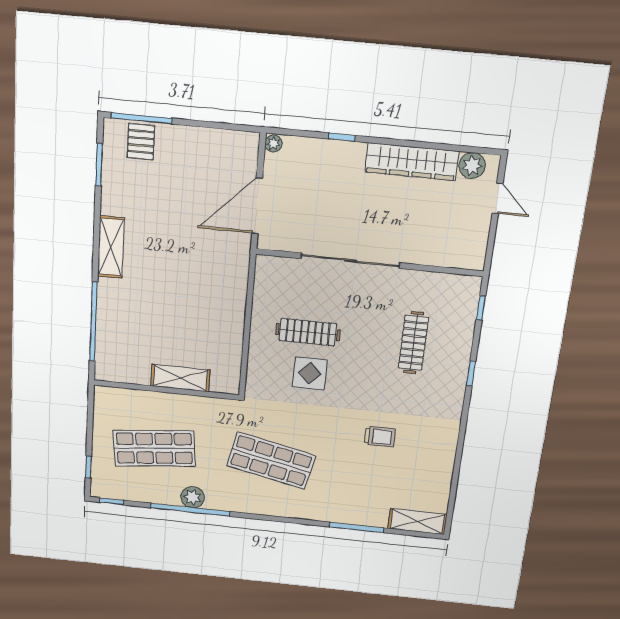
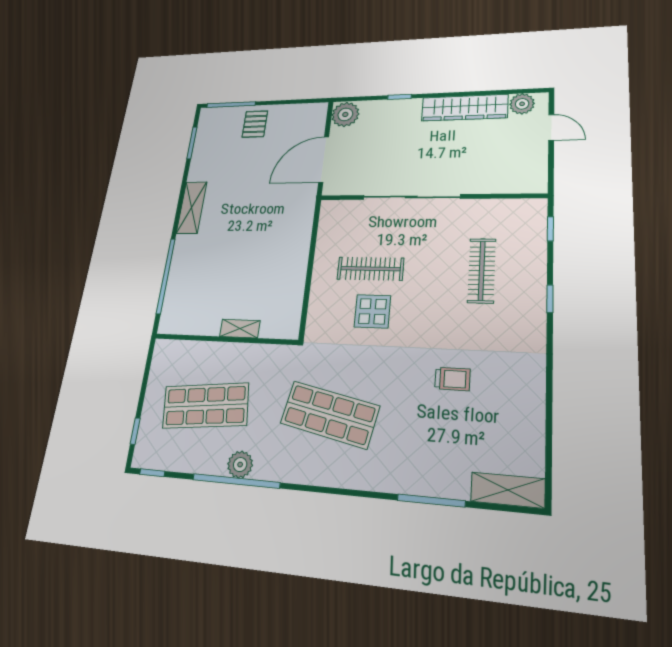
pallet: (141, 142) -> (255, 124), moved
plant: (273, 143) -> (345, 114), width x1.88, depth x1.88
shelving: (180, 378) -> (240, 329), width x0.67, depth x0.75

